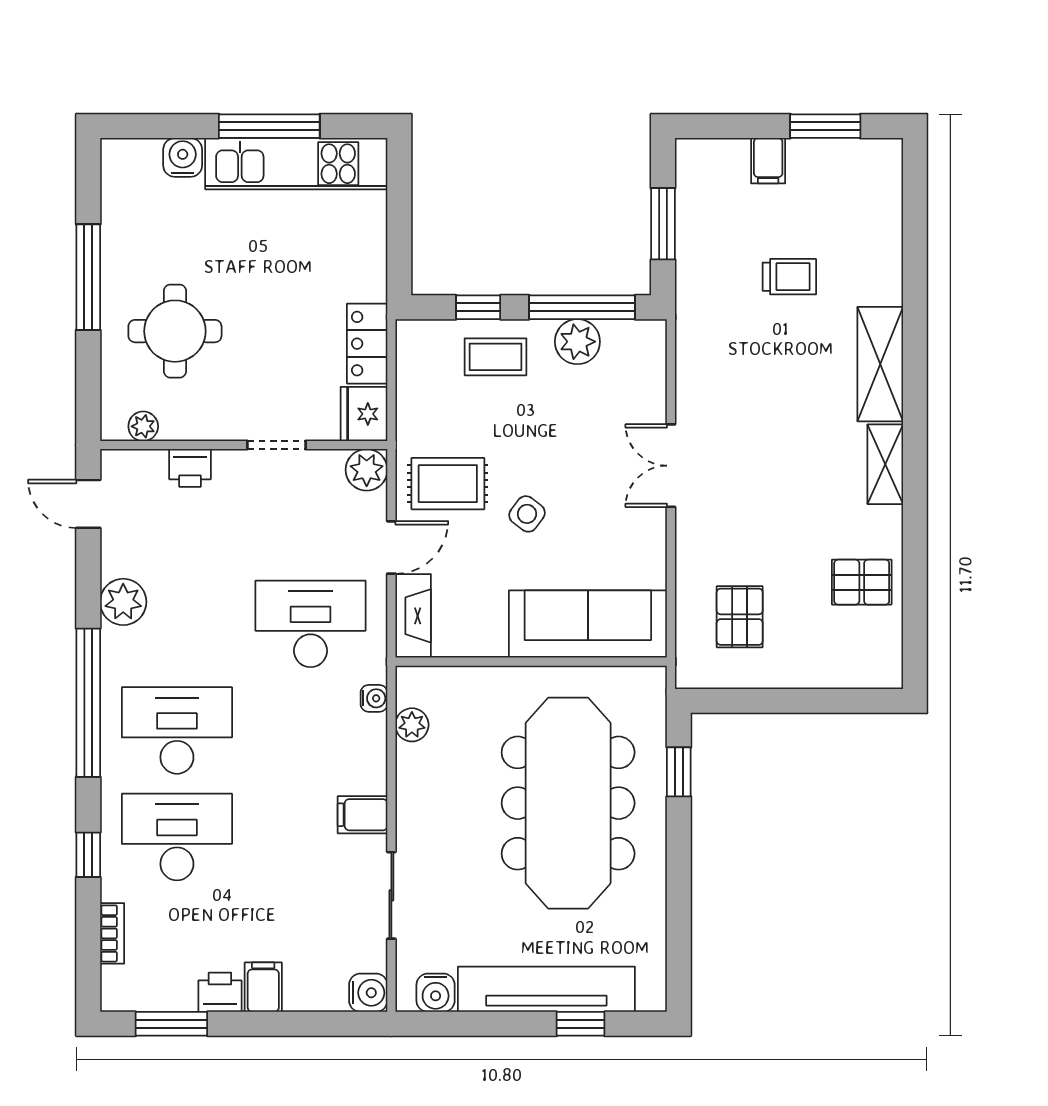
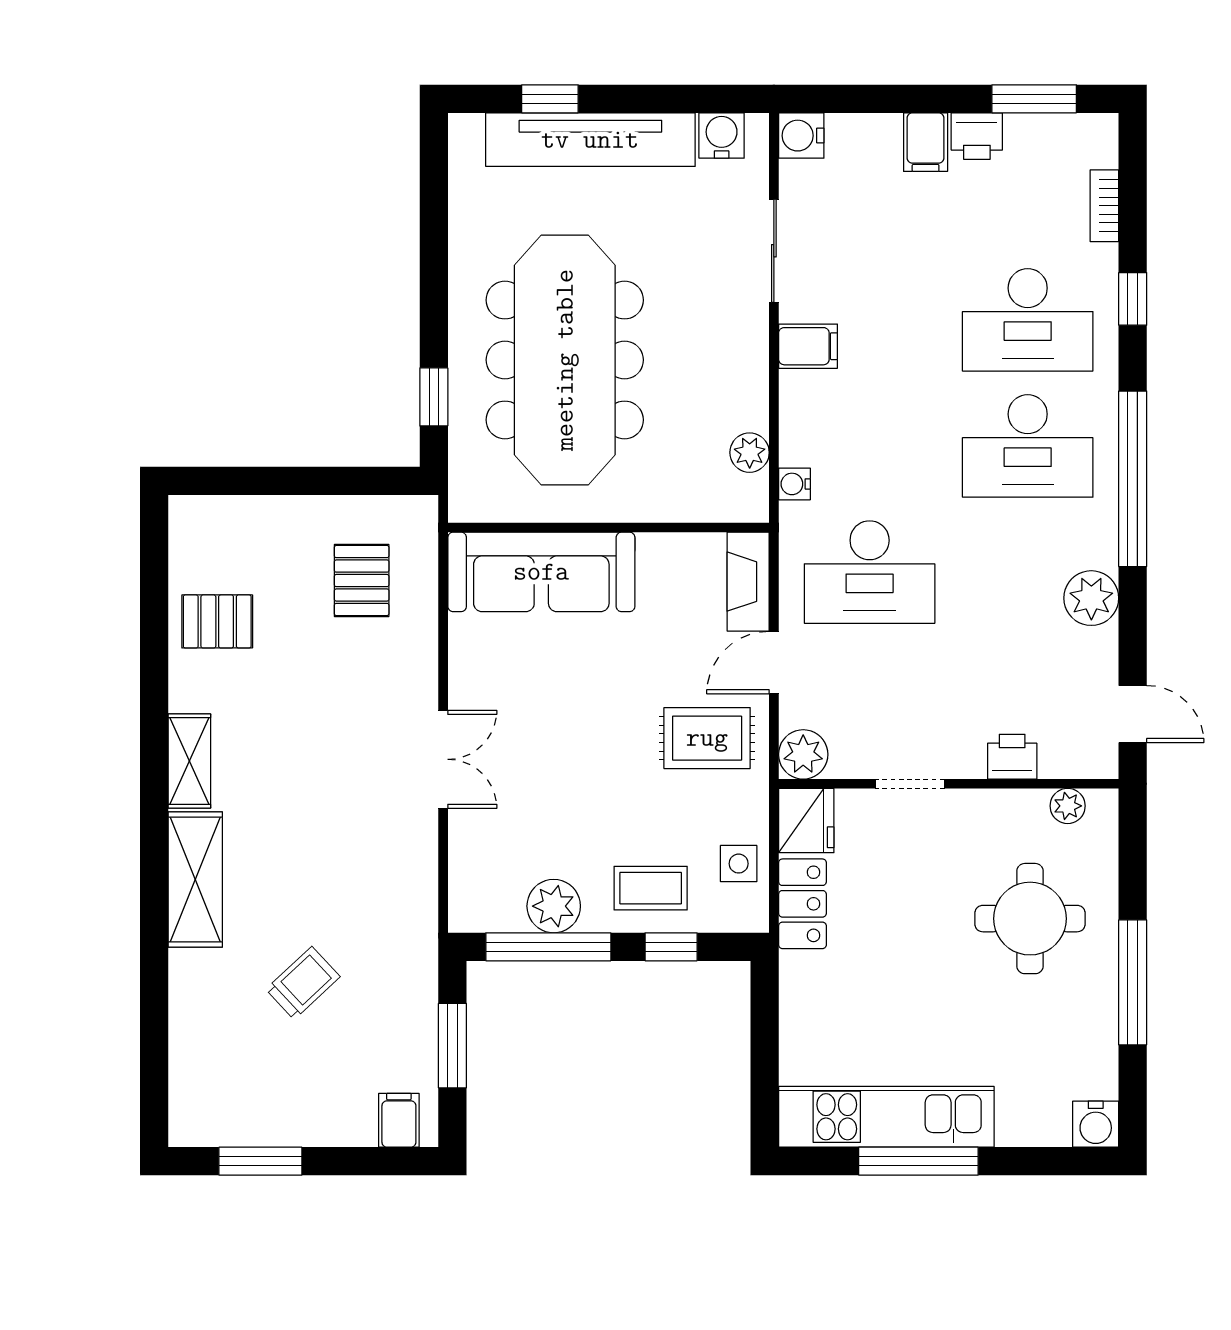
water cooler: (183, 157) -> (1096, 1124), moved
filing cabinet: (768, 161) -> (399, 1120), moved
trolley: (789, 277) -> (303, 983), turned 137
side table: (527, 514) -> (739, 864), moved, turned -37

